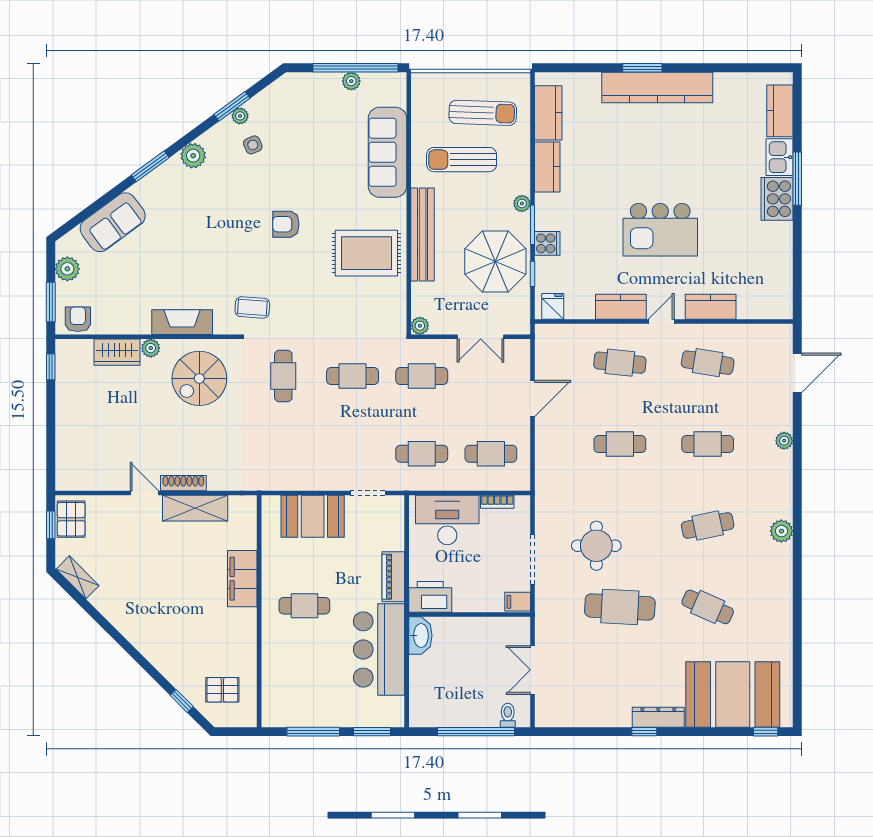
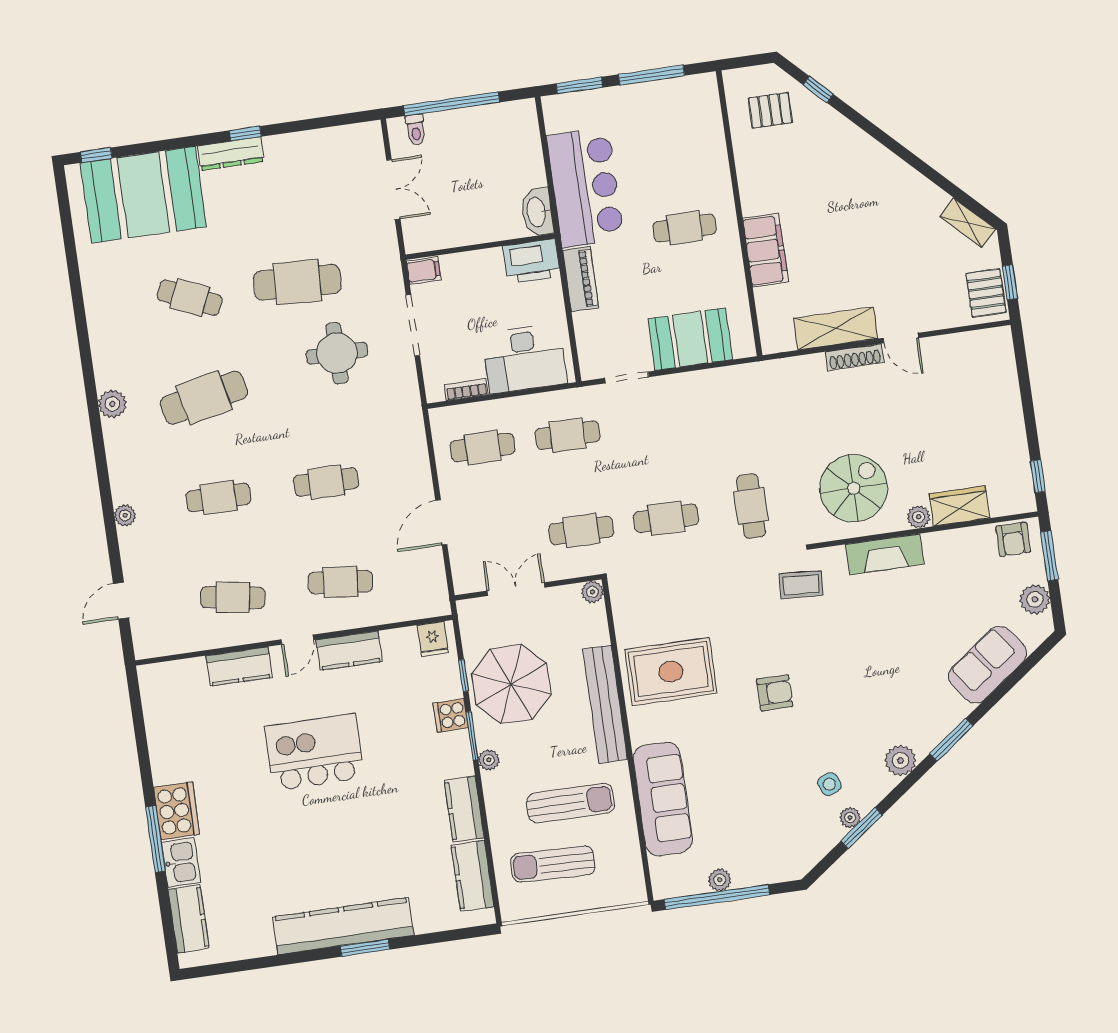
door: (797, 373) -> (121, 601), width x0.73
cafe table: (708, 526) -> (204, 398), width x1.37, depth x1.35

